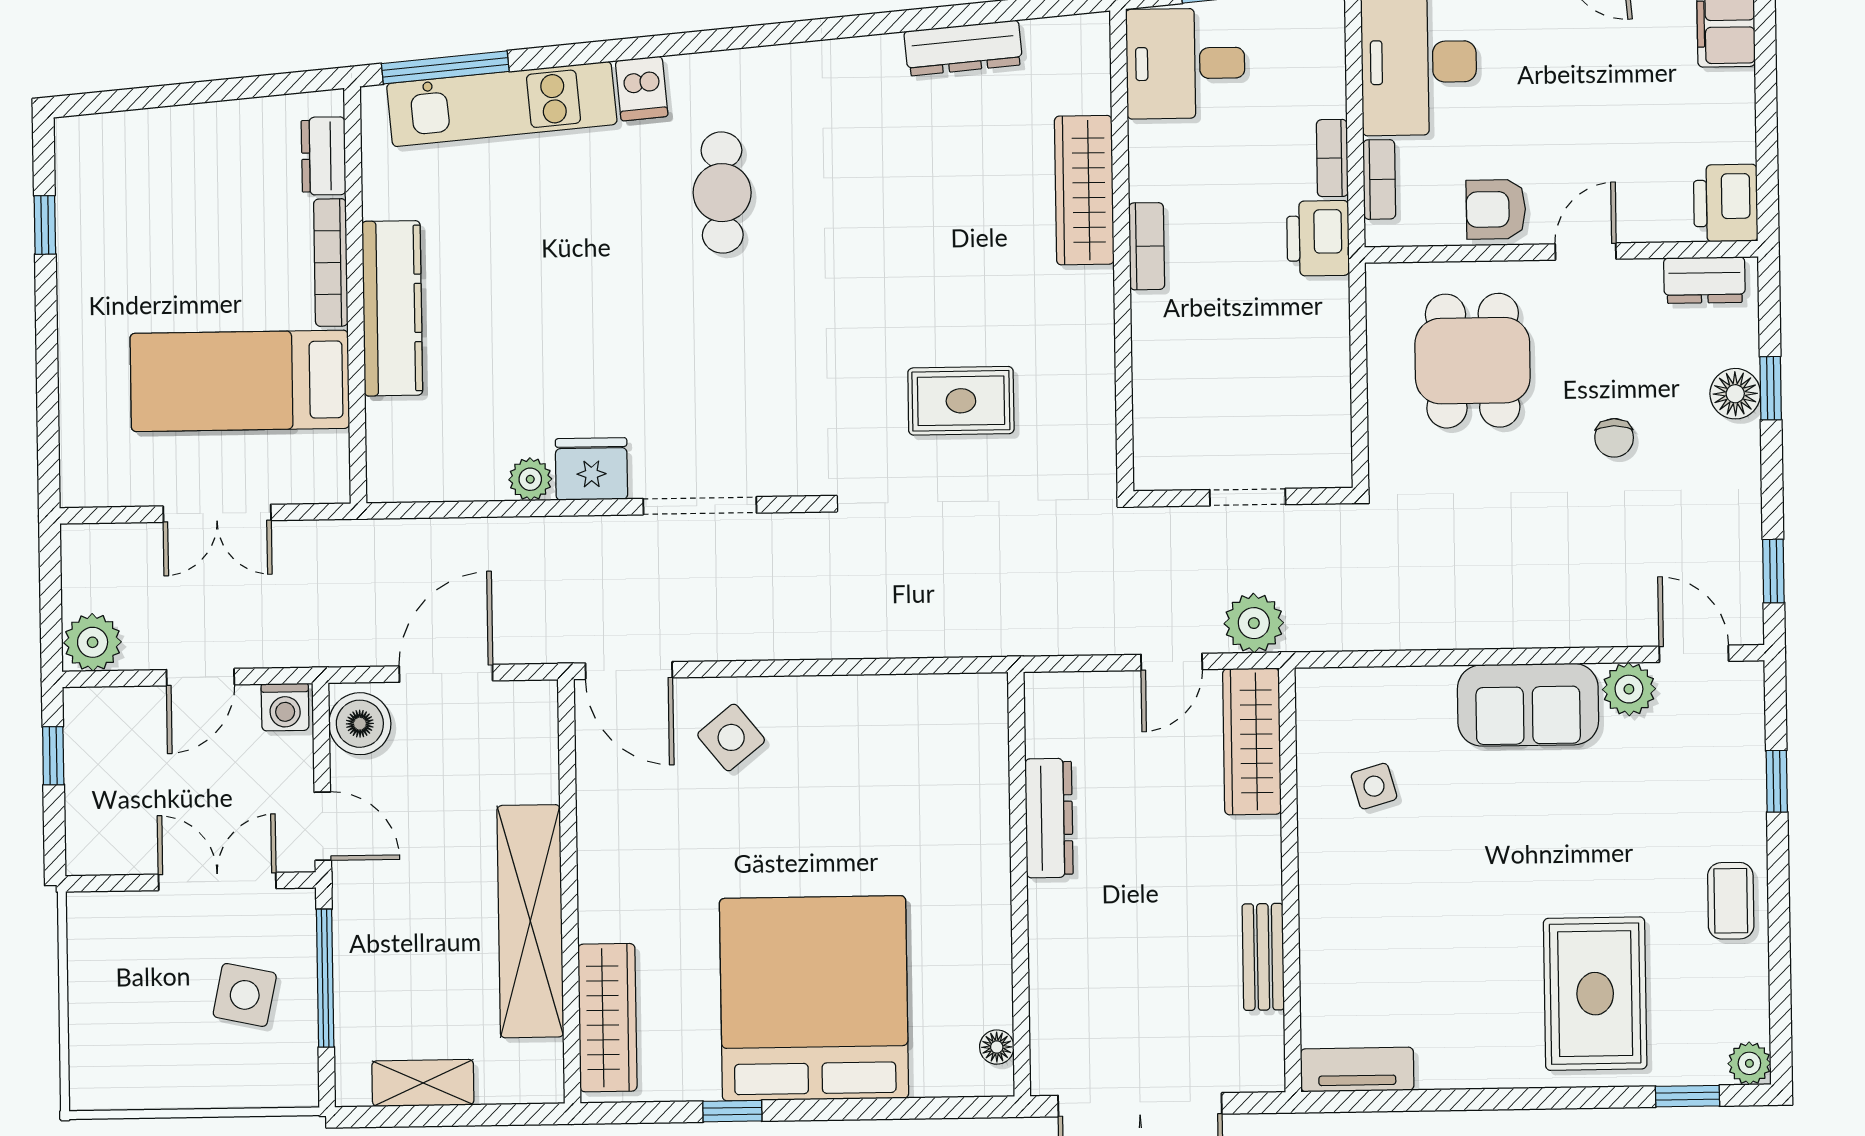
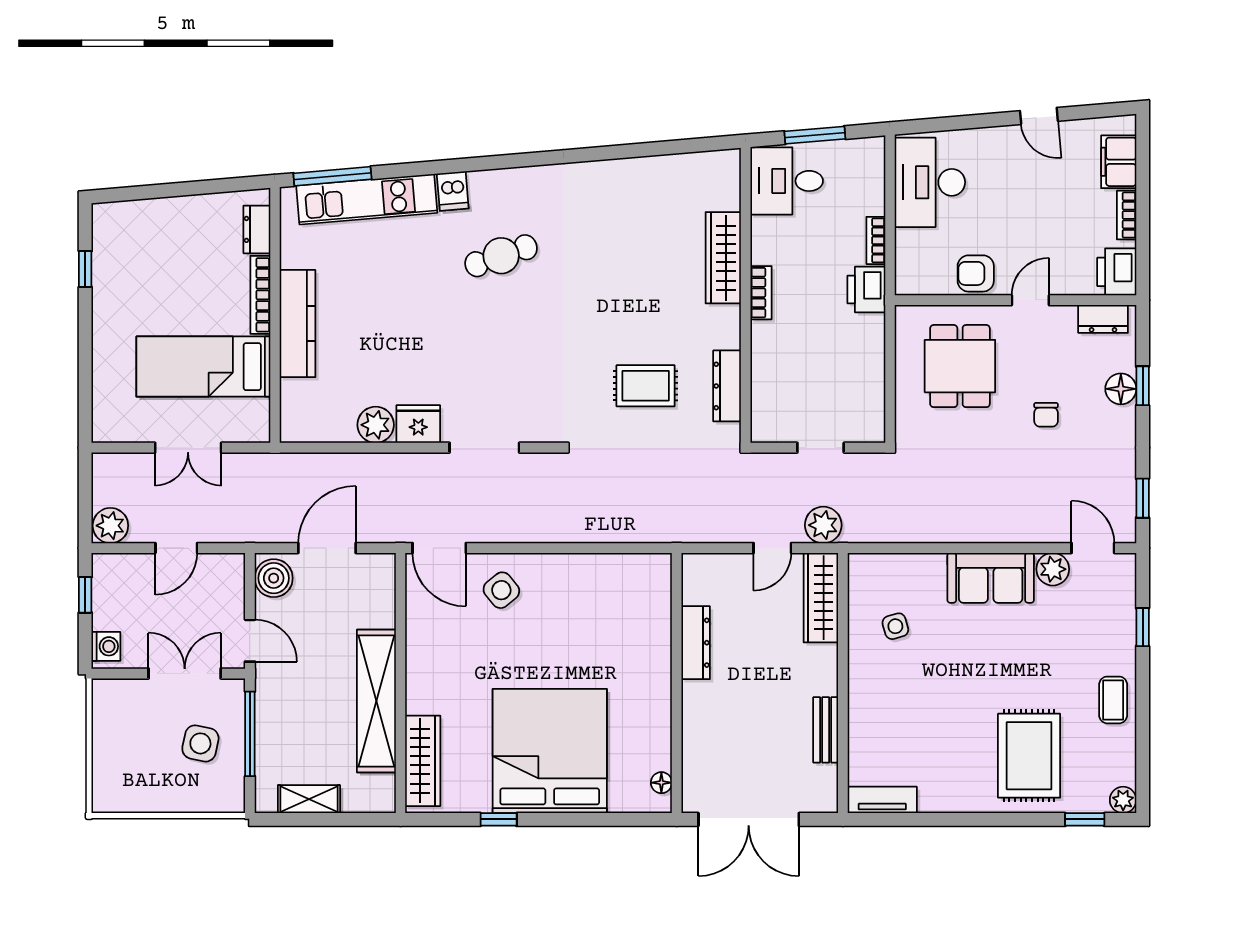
dresser: (963, 48) -> (727, 386), moved, turned 95
bookcase: (1379, 179) -> (1127, 215), moved, turned 180
cafe table: (722, 193) -> (501, 256), turned 71
plant: (530, 479) -> (376, 425), width x1.38, depth x1.38
washing machine: (285, 707) -> (106, 646), moved, turned -90

